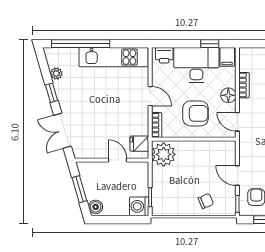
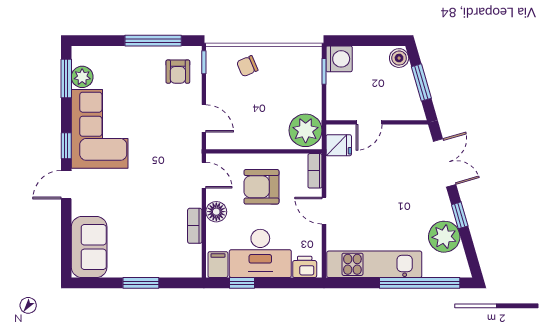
plant: (56, 74) -> (444, 237), width x1.88, depth x1.88
door: (117, 160) -> (369, 122), hinge flipped
door: (237, 176) -> (204, 118), moved

